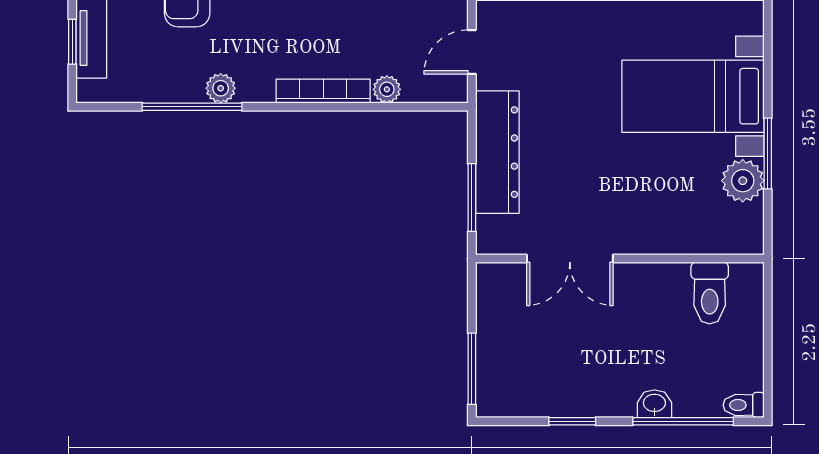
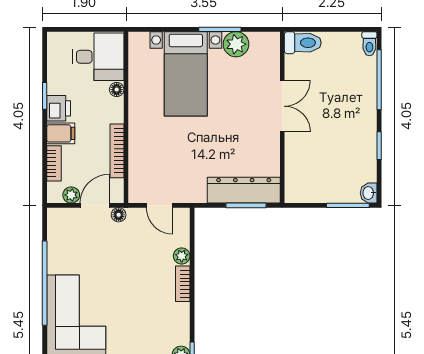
bookcase: (323, 91) -> (183, 284), width x0.64
dresser: (497, 152) -> (244, 190), moved
double door: (570, 258) -> (282, 106), moved
toilet: (710, 293) -> (303, 43), moved
washbasin: (654, 404) -> (369, 193), moved

